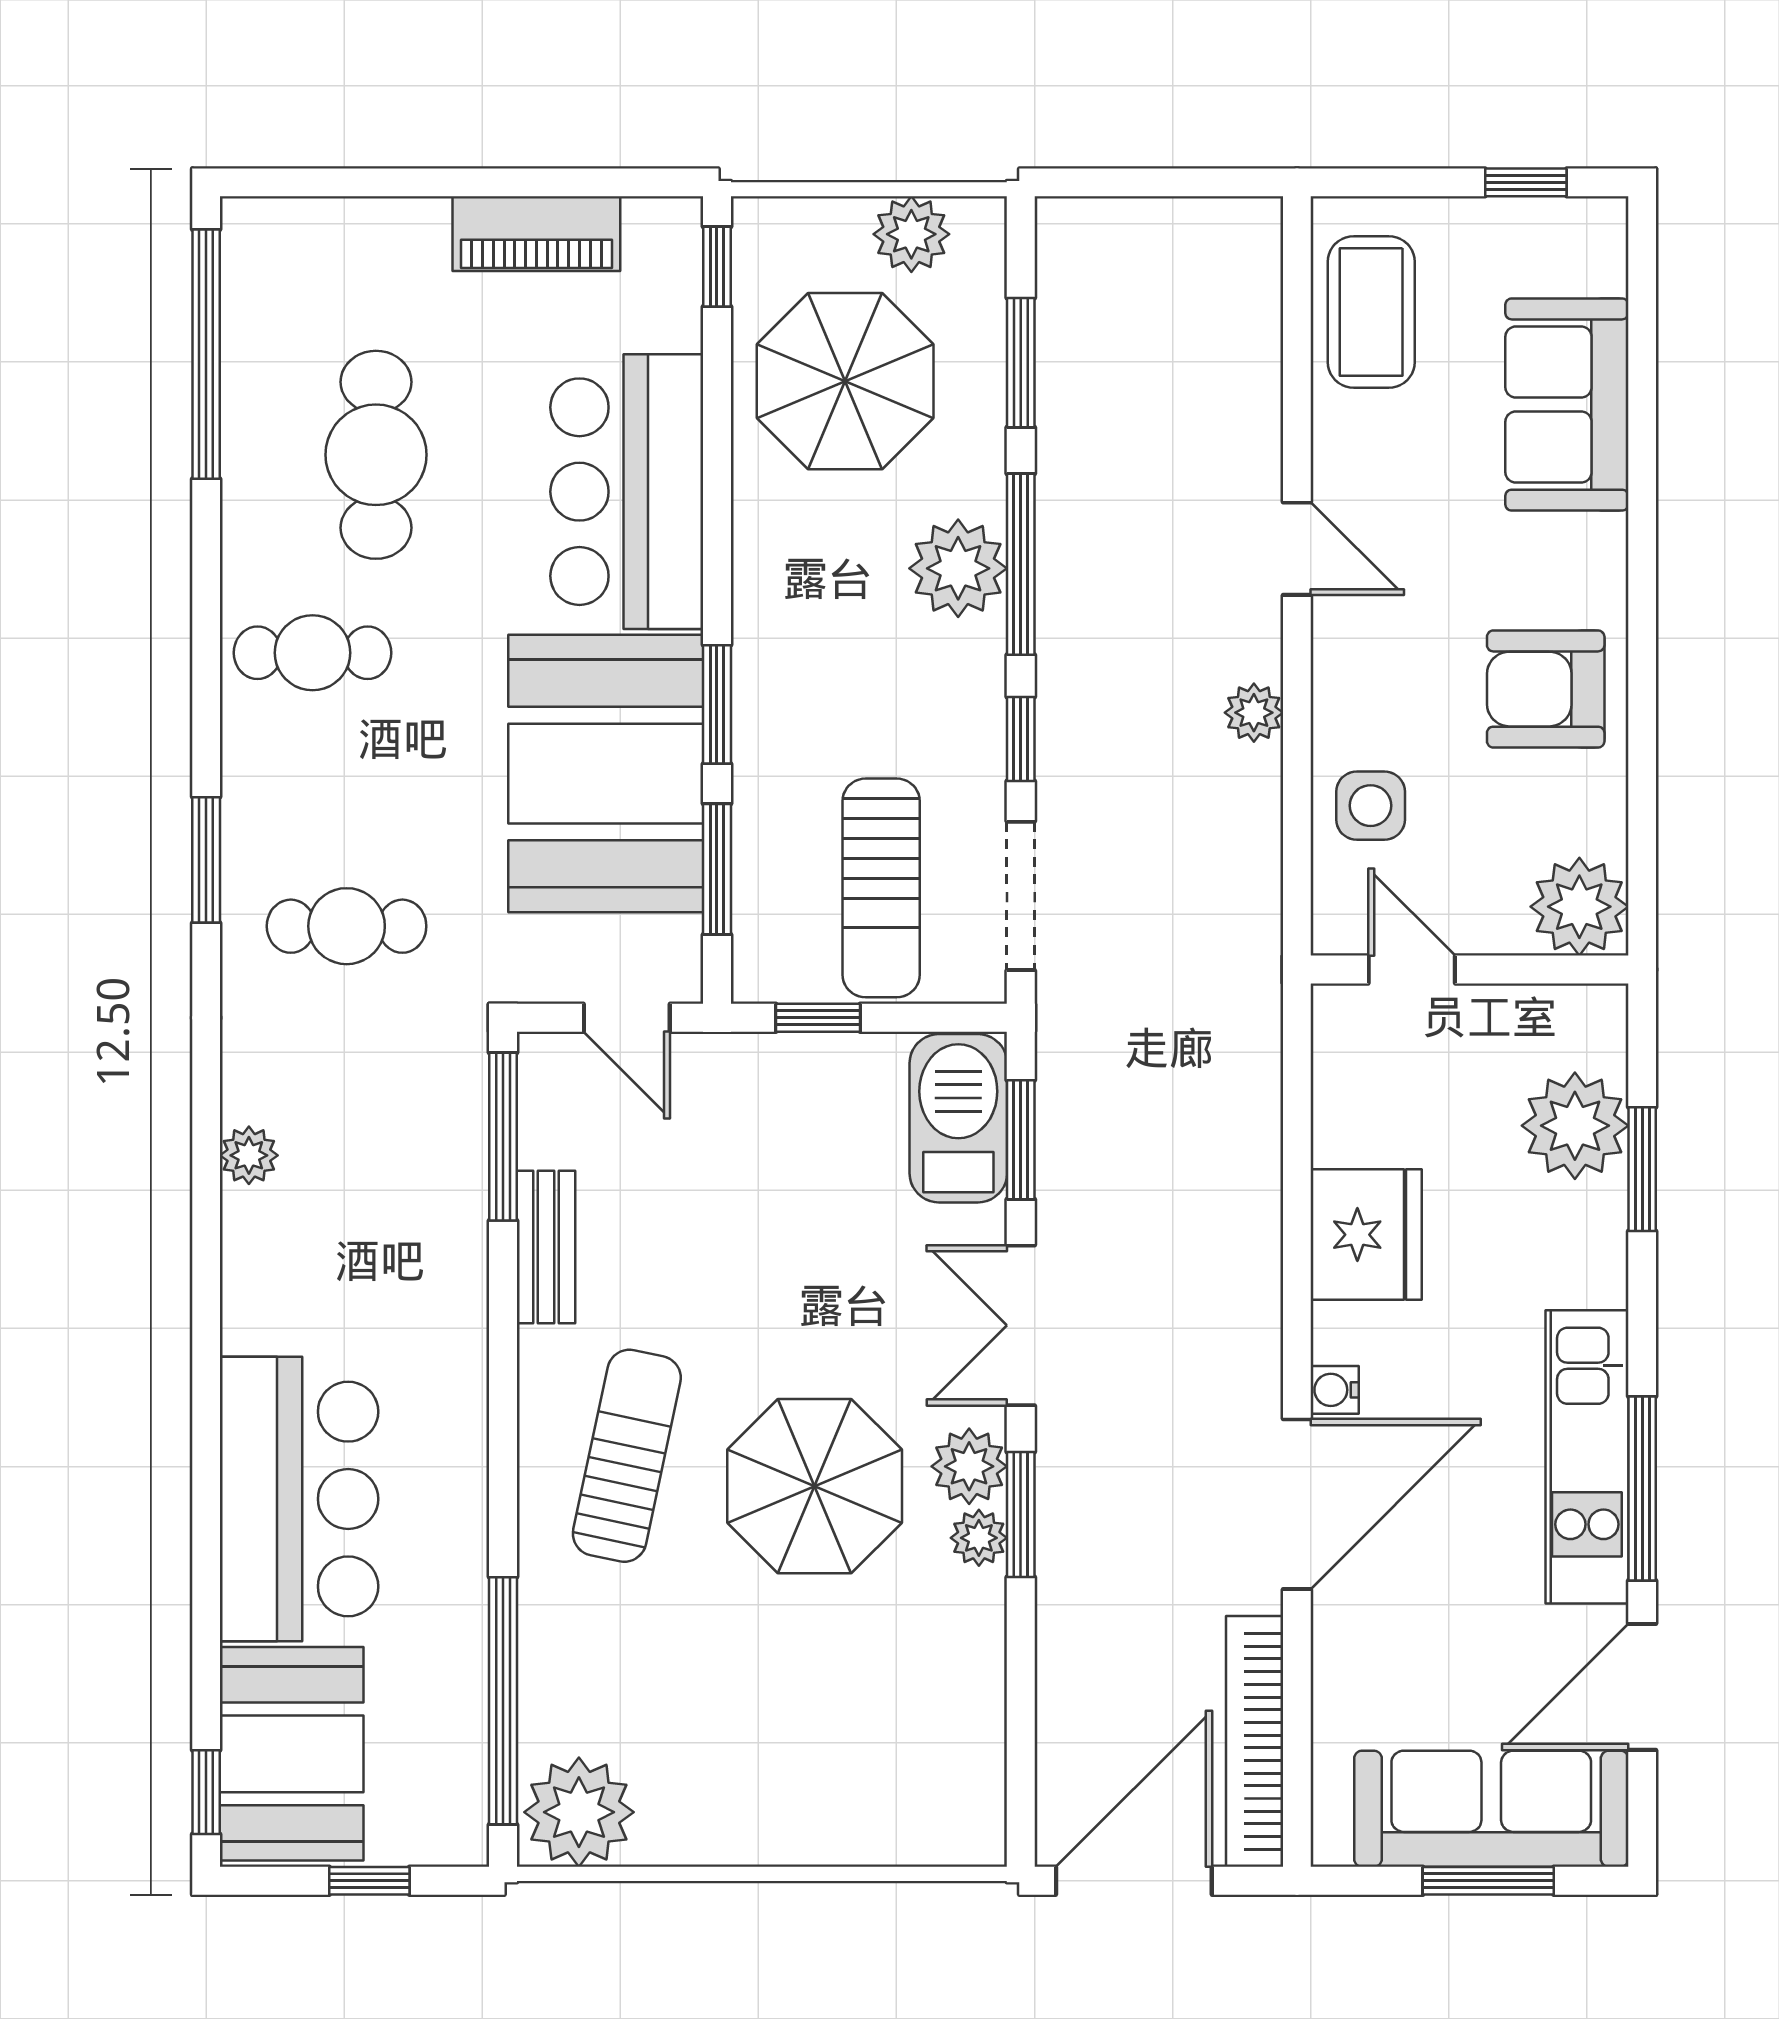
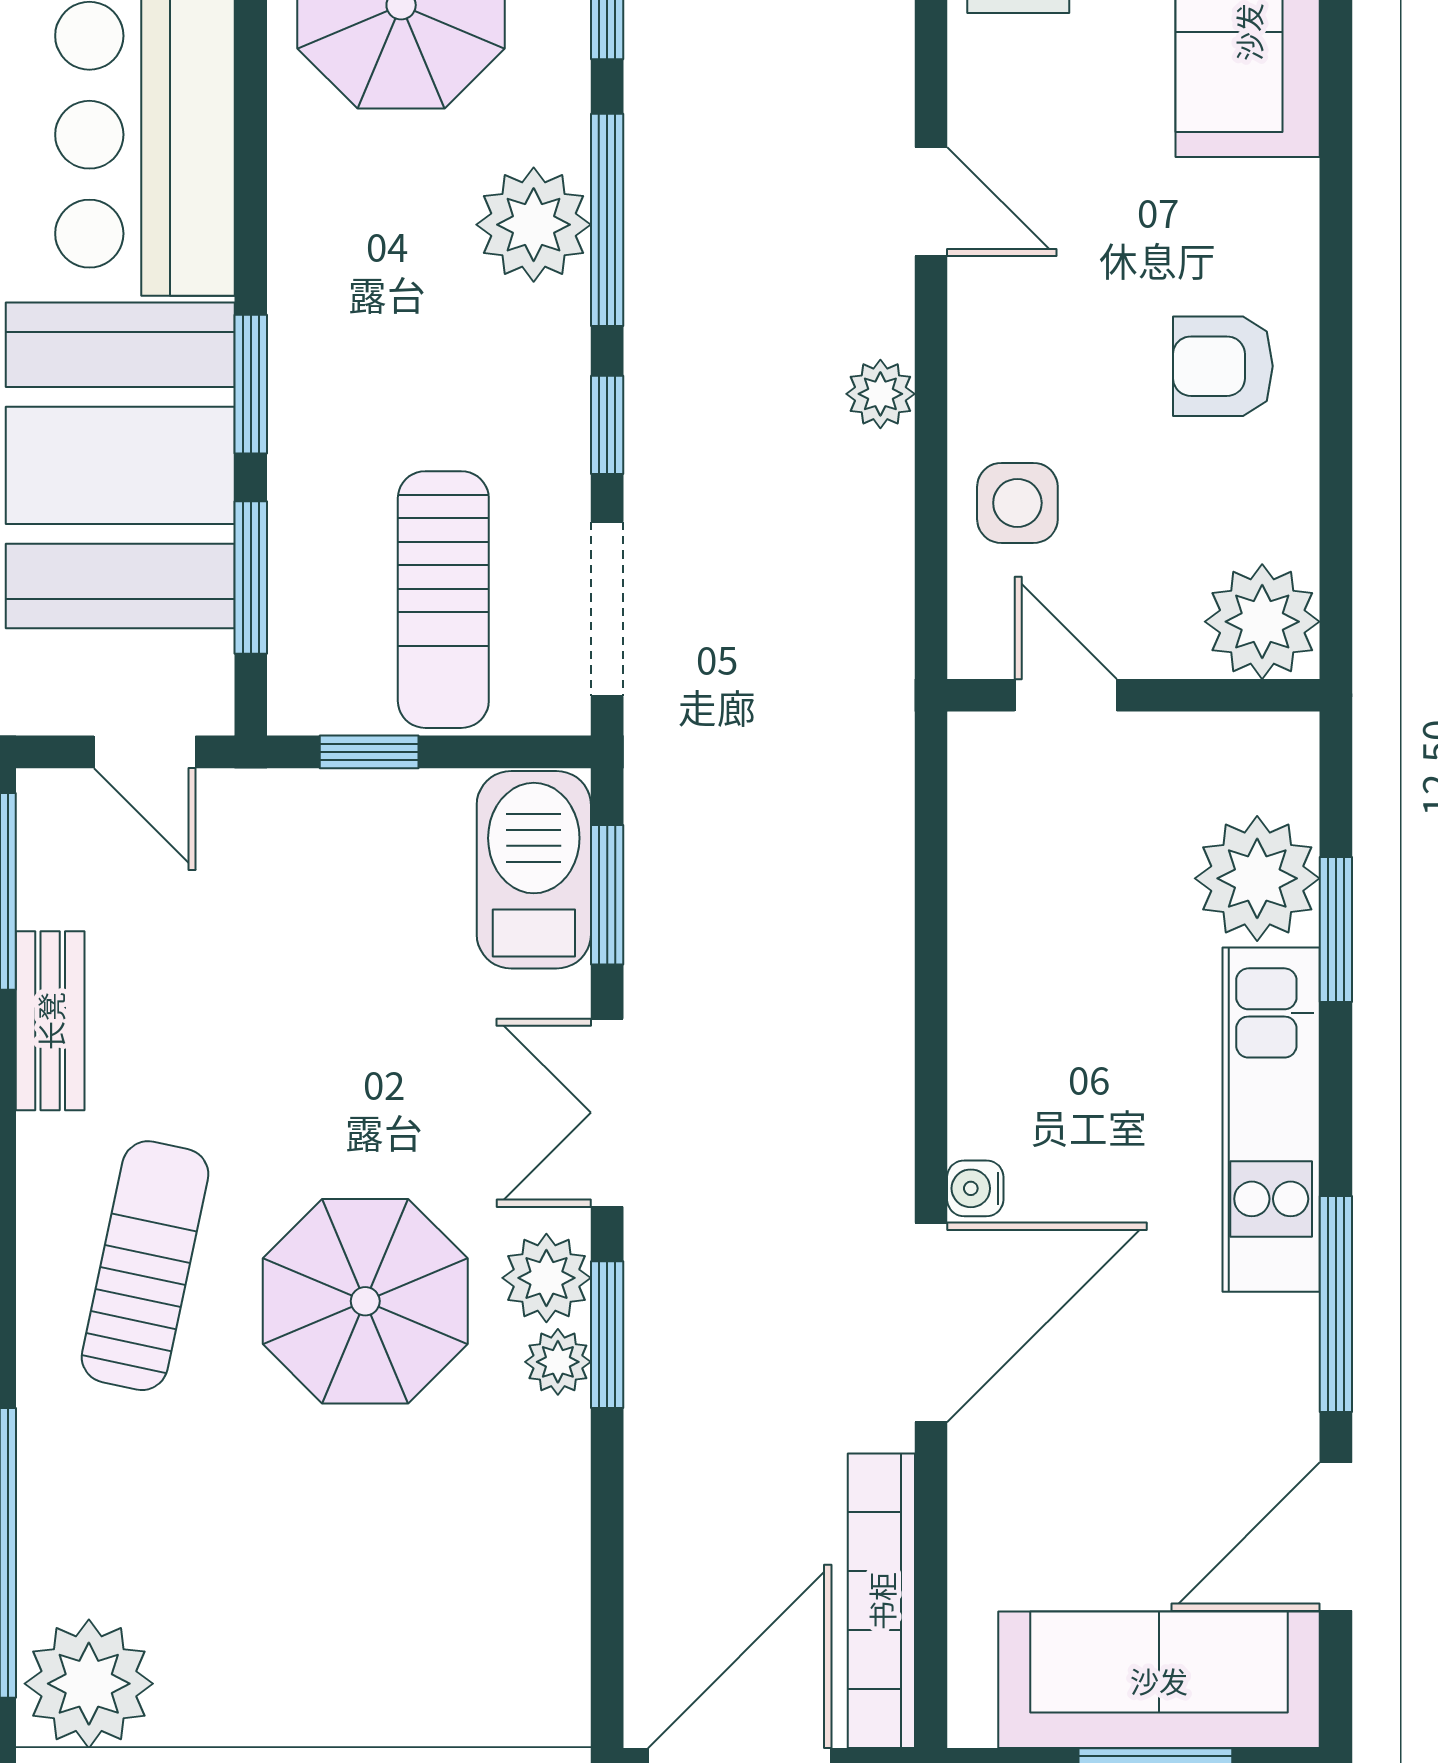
armchair: (1546, 689) -> (1223, 366), width x0.72, depth x0.72
fridge: (1366, 1235) -> (1012, 1006), removed
kitchen unit: (1587, 1457) -> (1271, 1120), moved

